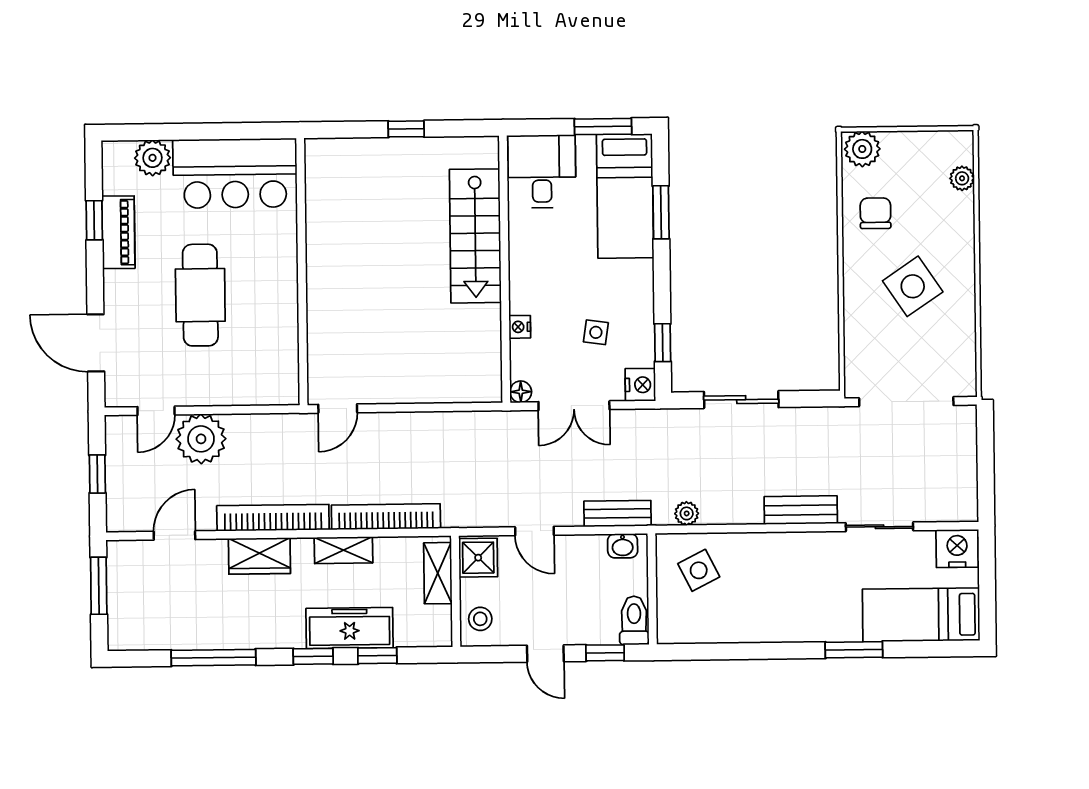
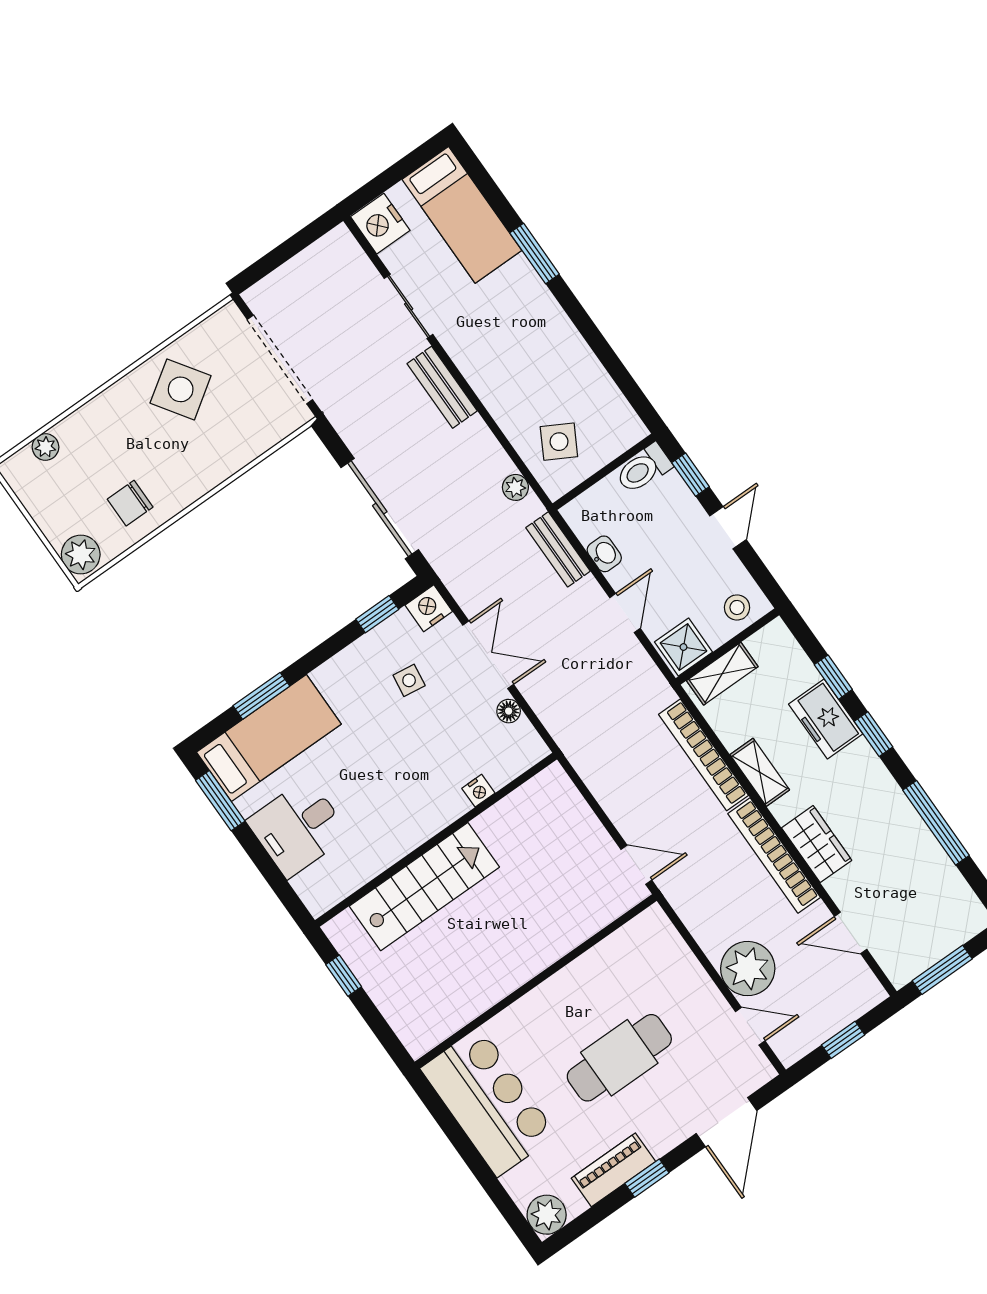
plant: (152, 158) -> (547, 1215), moved
window: (94, 220) -> (647, 1178), moved
stairs: (475, 236) -> (424, 887), moved
wall: (505, 269) -> (436, 840), moved
side table: (913, 286) -> (181, 389), moved
nightstand: (520, 327) -> (478, 791), moved
sliding door: (741, 400) -> (380, 509), width x1.37
washbasin: (623, 546) -> (604, 554), moved
side table: (699, 570) -> (559, 442), turned -34
freezer: (350, 628) -> (826, 719), width x0.71

